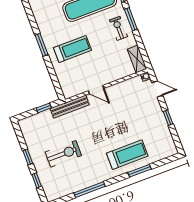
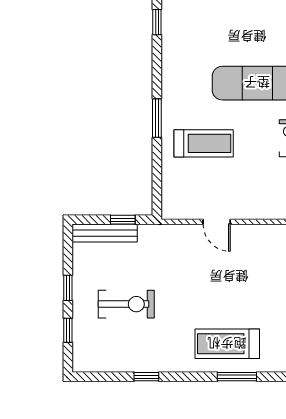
bench: (70, 107) -> (105, 233), moved
treadmill: (127, 155) -> (227, 344), turned 180
window: (90, 190) -> (146, 377), width x0.46

